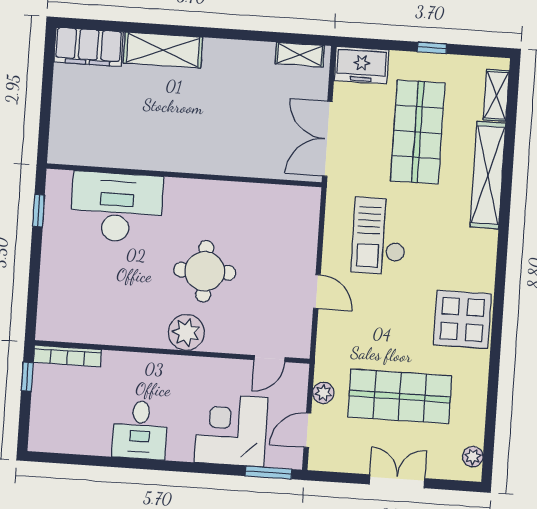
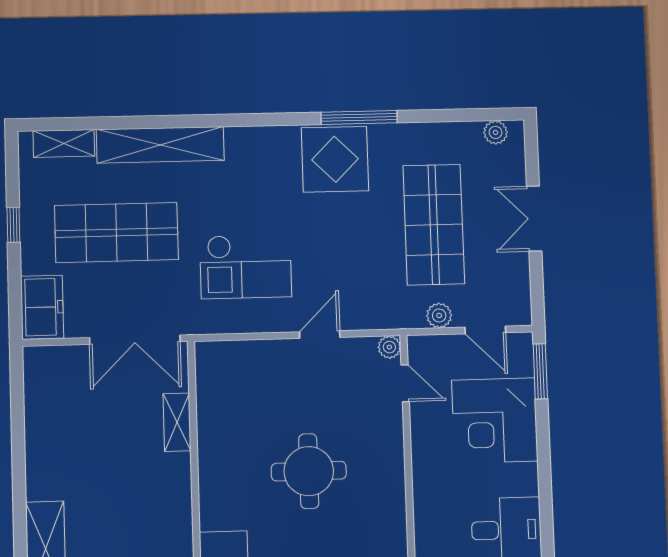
shelving: (300, 55) -> (177, 422), moved
plant: (186, 332) -> (389, 347), moved, width x0.53, depth x0.53
window: (496, 343) -> (359, 117), added

